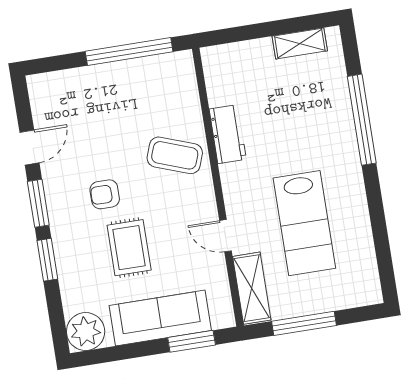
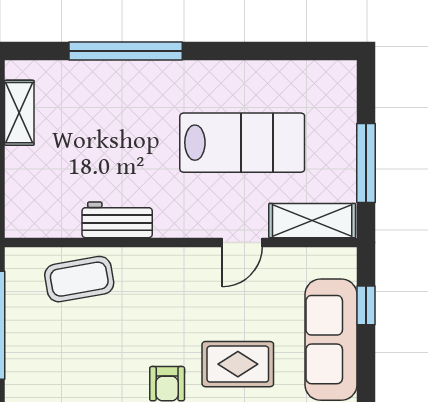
coffee table: (175, 155) -> (79, 279), moved, turned 60
window: (192, 341) -> (366, 305), width x0.67

